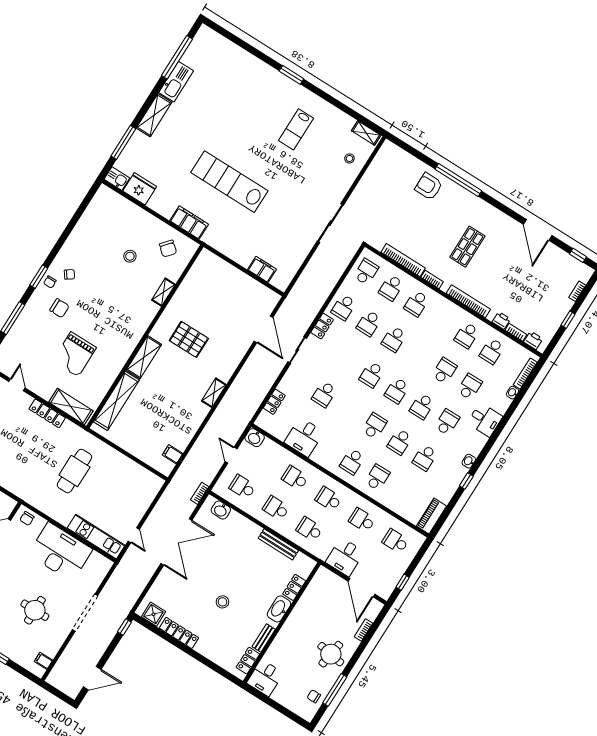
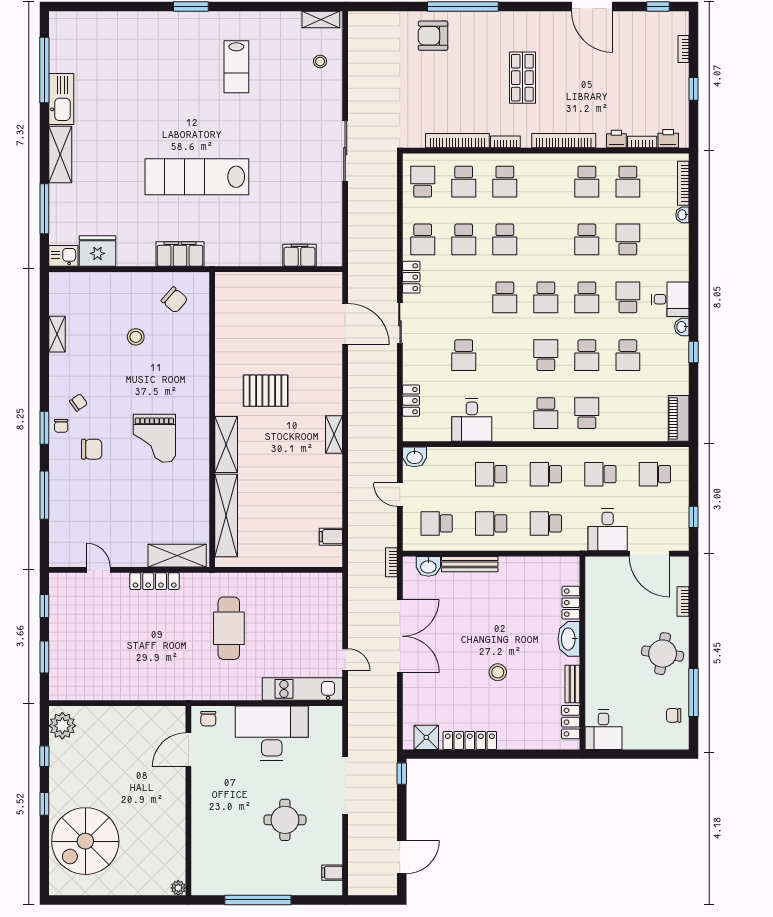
shelving: (163, 292) -> (57, 334), moved
grand piano: (74, 354) -> (154, 438), moved
school desk: (444, 371) -> (587, 239), turned 180
desk: (485, 420) -> (670, 299), moved
bench: (278, 544) -> (470, 564), moved

